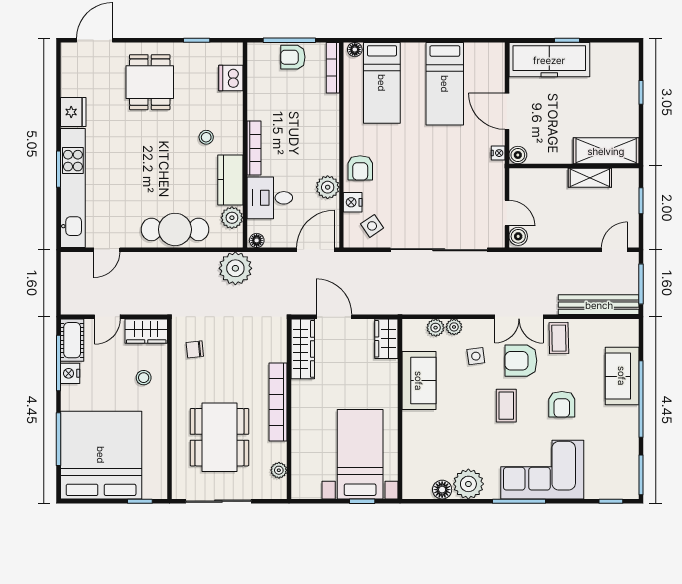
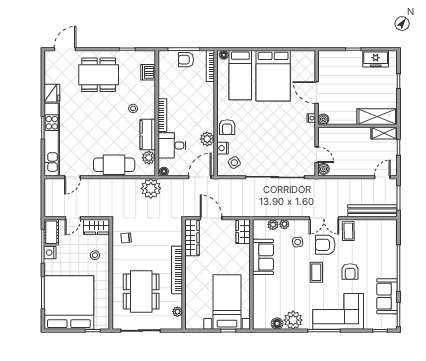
freezer: (549, 60) -> (376, 59), moved, width x0.52, depth x0.79
dining table: (150, 82) -> (99, 75), width x1.38
bed: (445, 84) -> (273, 76), width x1.50
shelving: (590, 178) -> (384, 133), moved
sofa: (622, 376) -> (387, 296), moved

